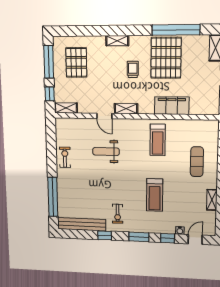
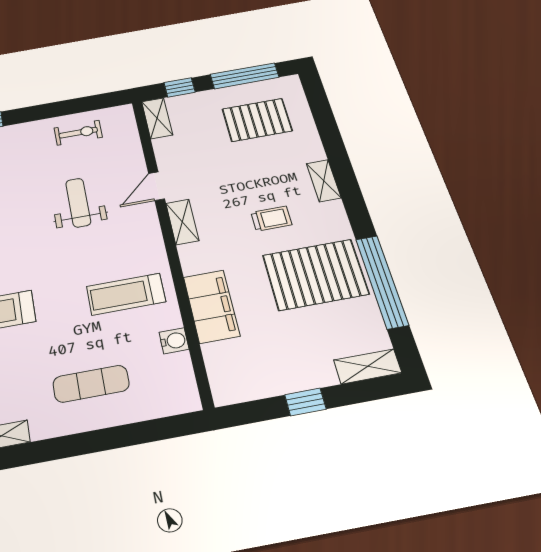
water cooler: (185, 125) -> (174, 341), added
exercise bike: (65, 157) -> (78, 133), moved

